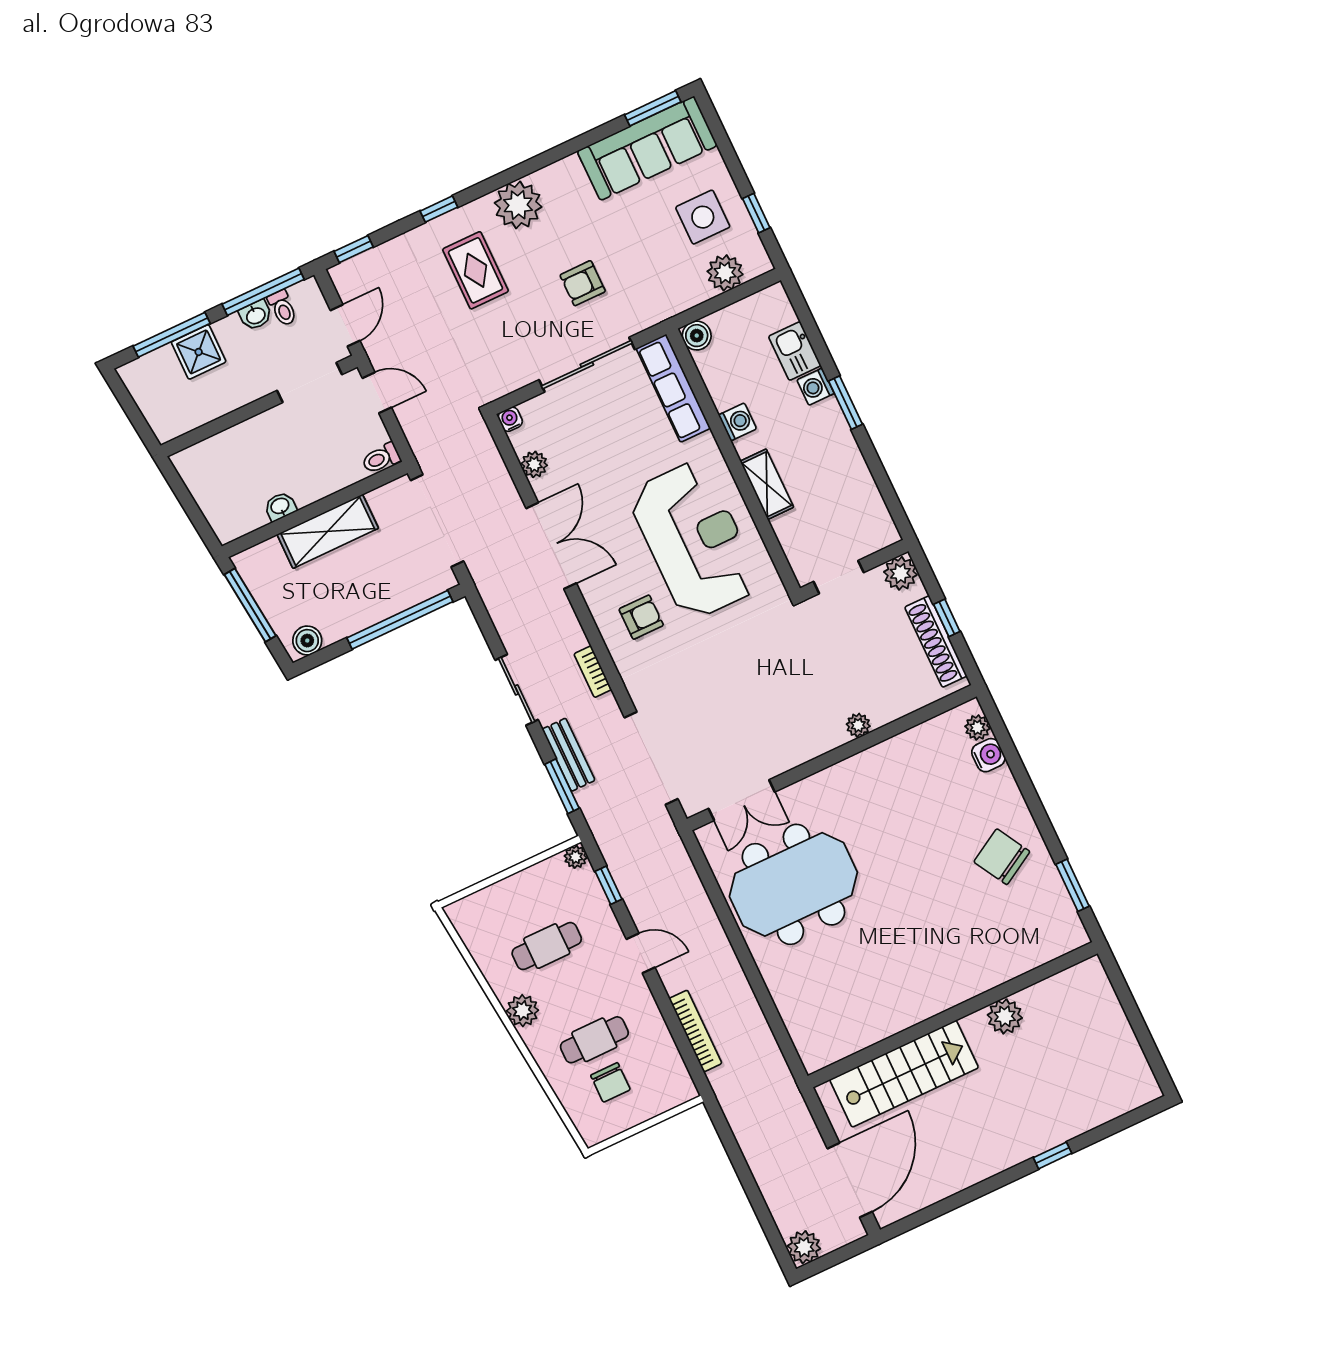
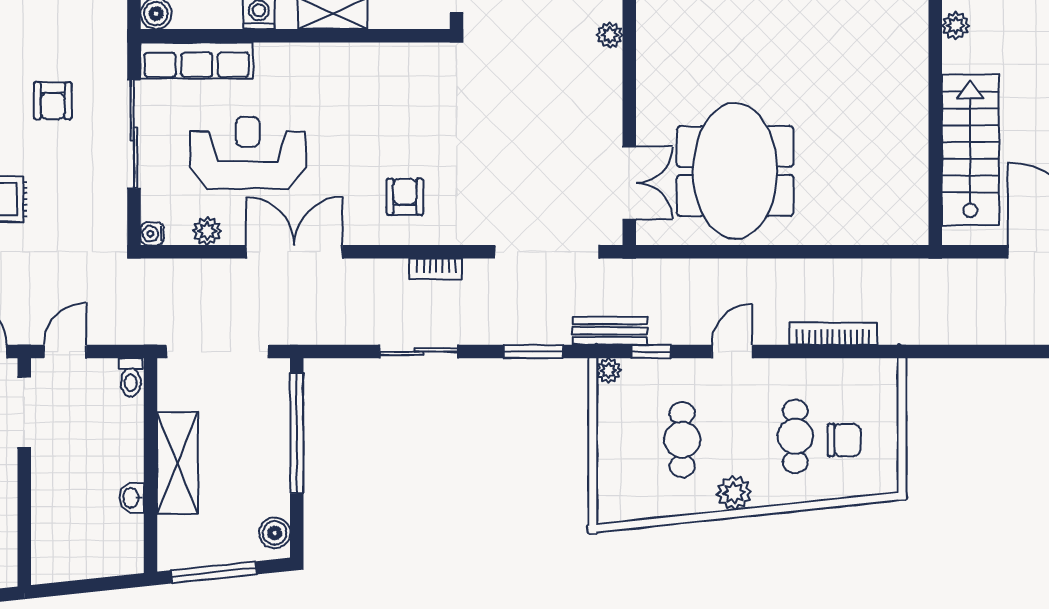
reception desk: (694, 540) -> (248, 153), moved, width x0.74, depth x0.77
bench: (569, 755) -> (610, 331), moved
plant: (1005, 1016) -> (956, 26), width x0.73, depth x0.73

